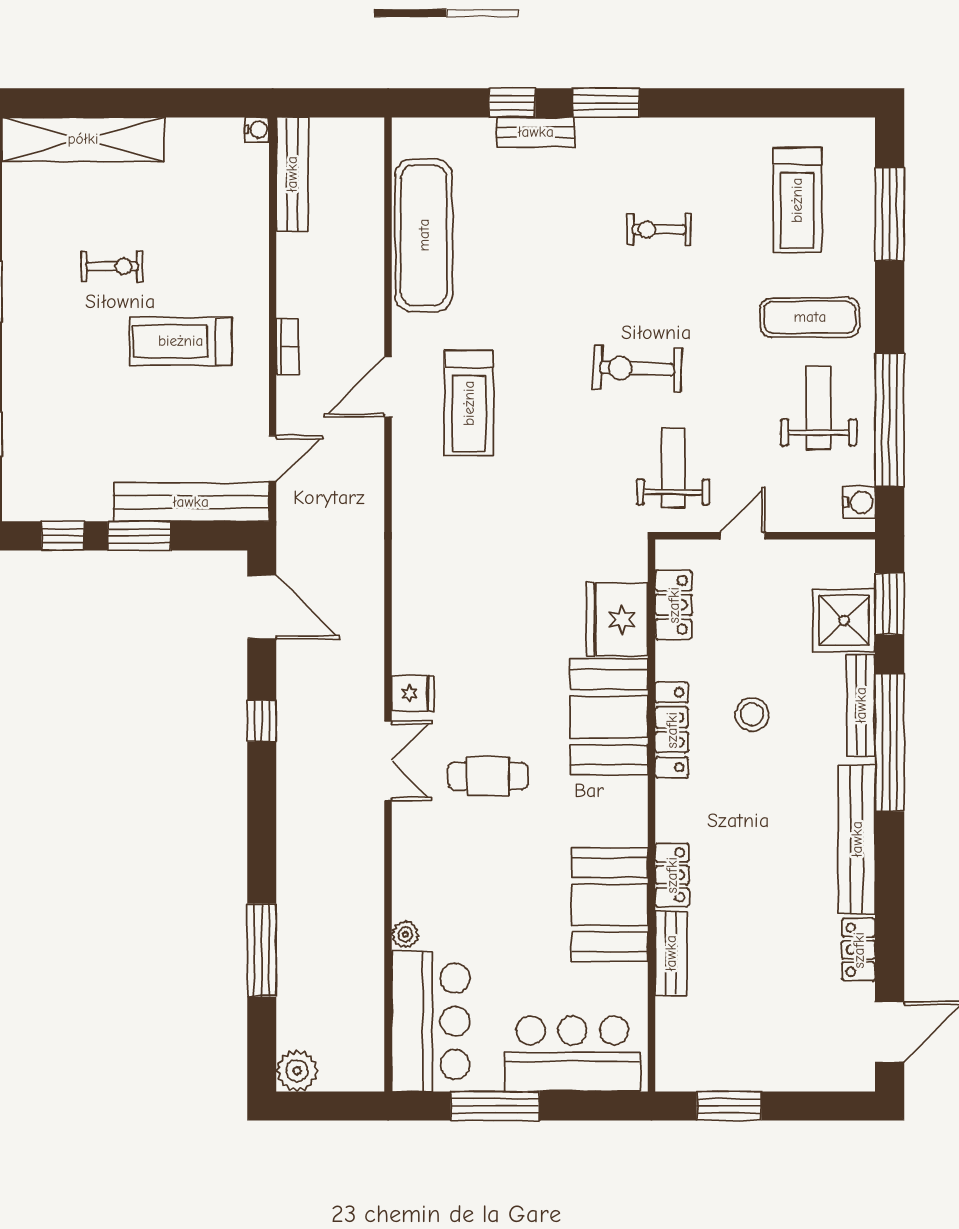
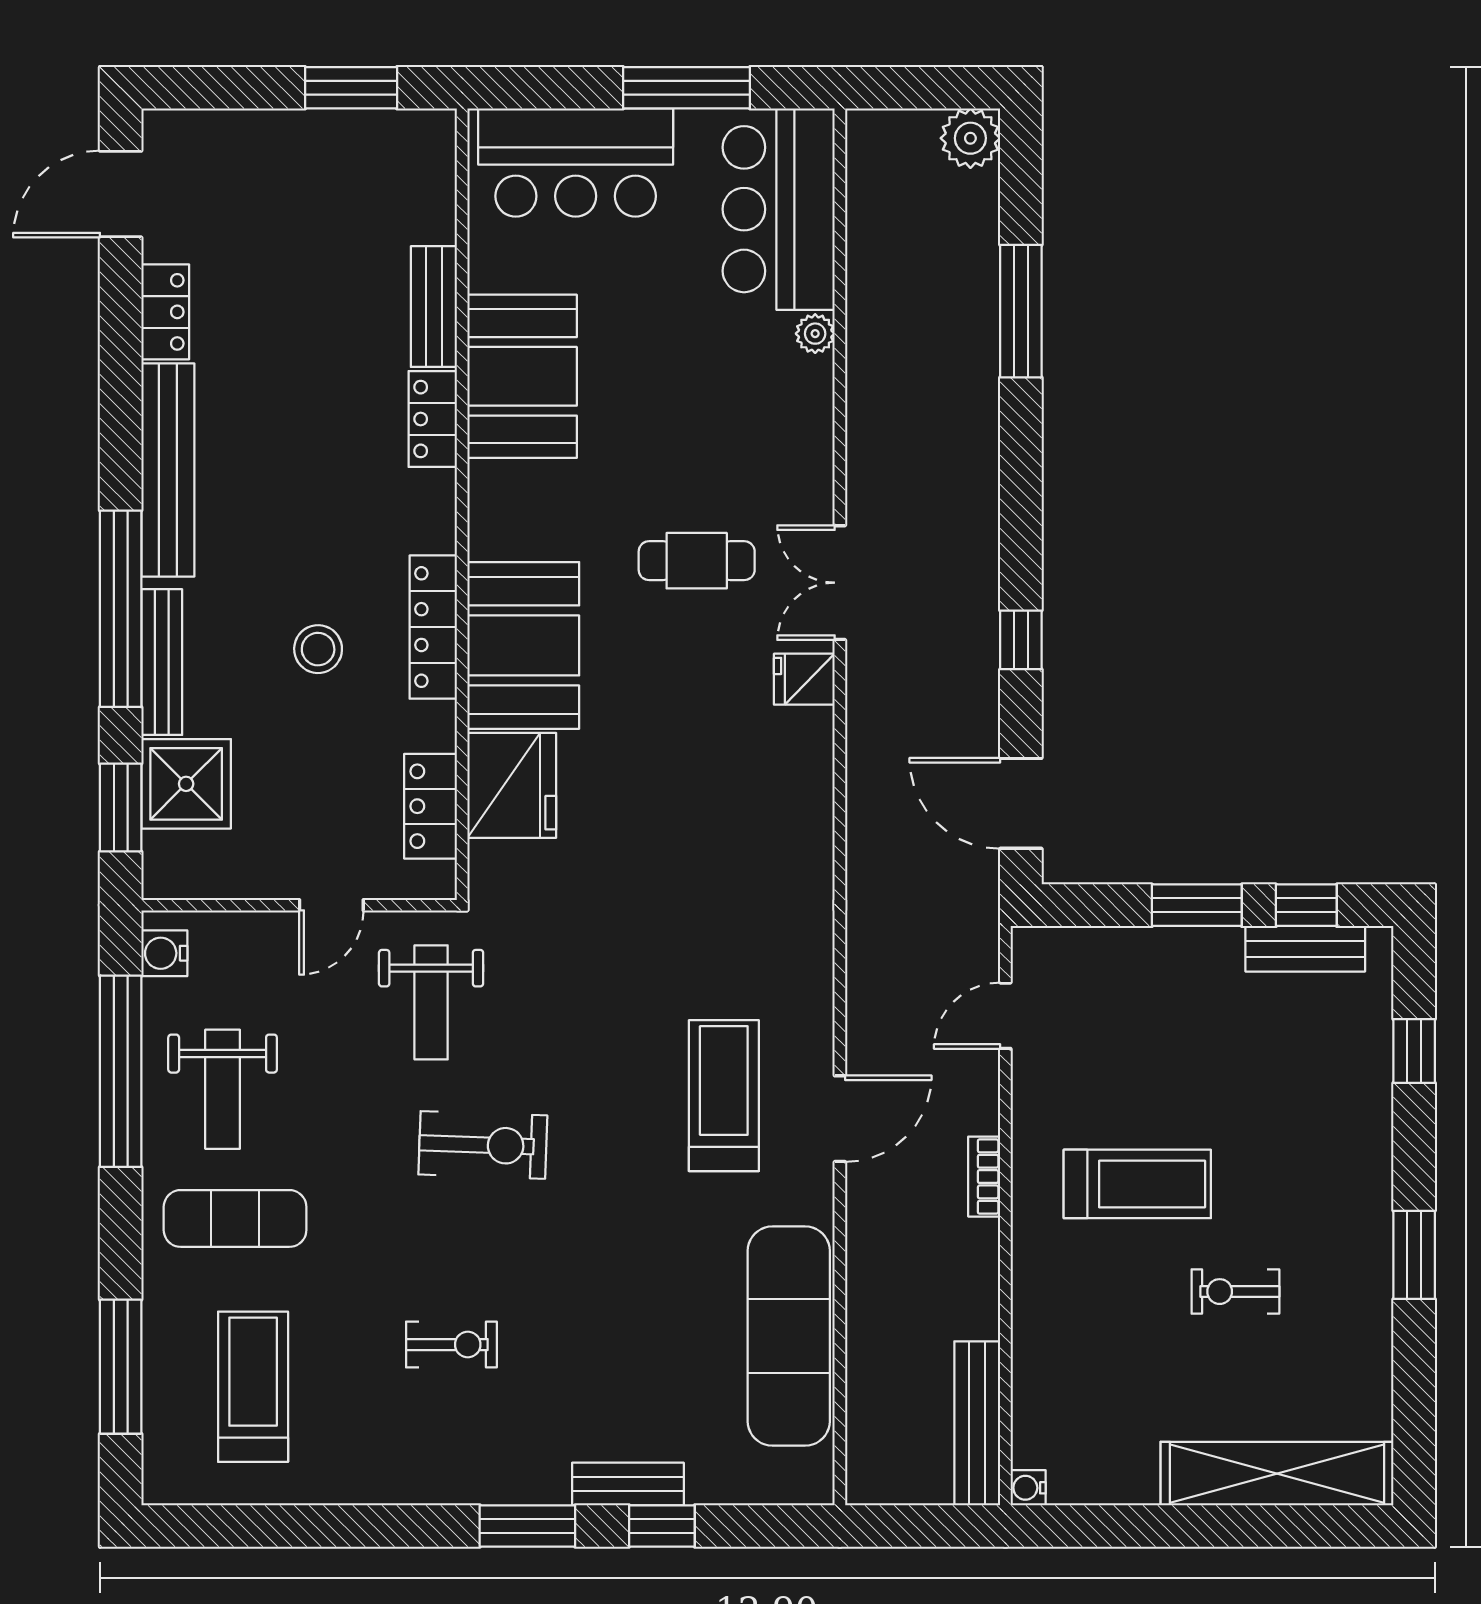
bench: (191, 502) -> (1305, 949), moved, width x0.54, depth x0.82

